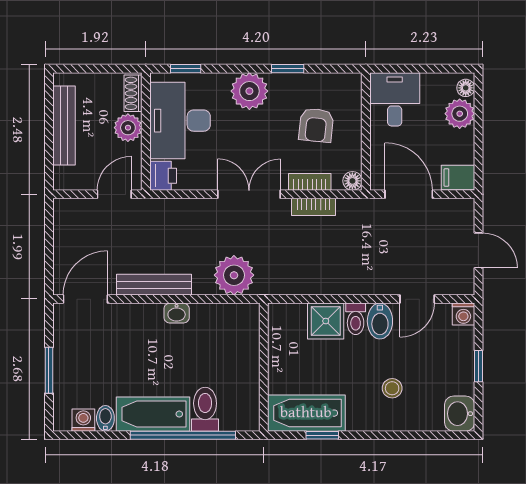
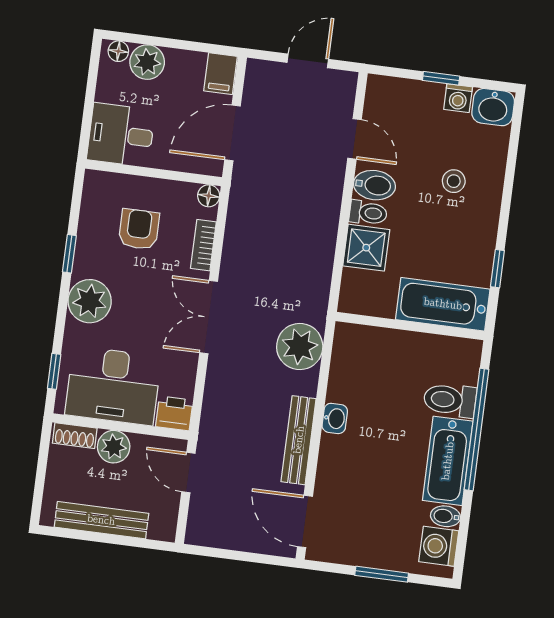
armchair: (316, 125) -> (139, 229), turned -96
bookcase: (314, 207) -> (233, 245), removed
washing machine: (463, 314) -> (458, 98), moved, turned 90
bathtub: (306, 413) -> (443, 304), moved, turned 90
washing machine: (83, 420) -> (439, 546), width x1.38, depth x1.38

